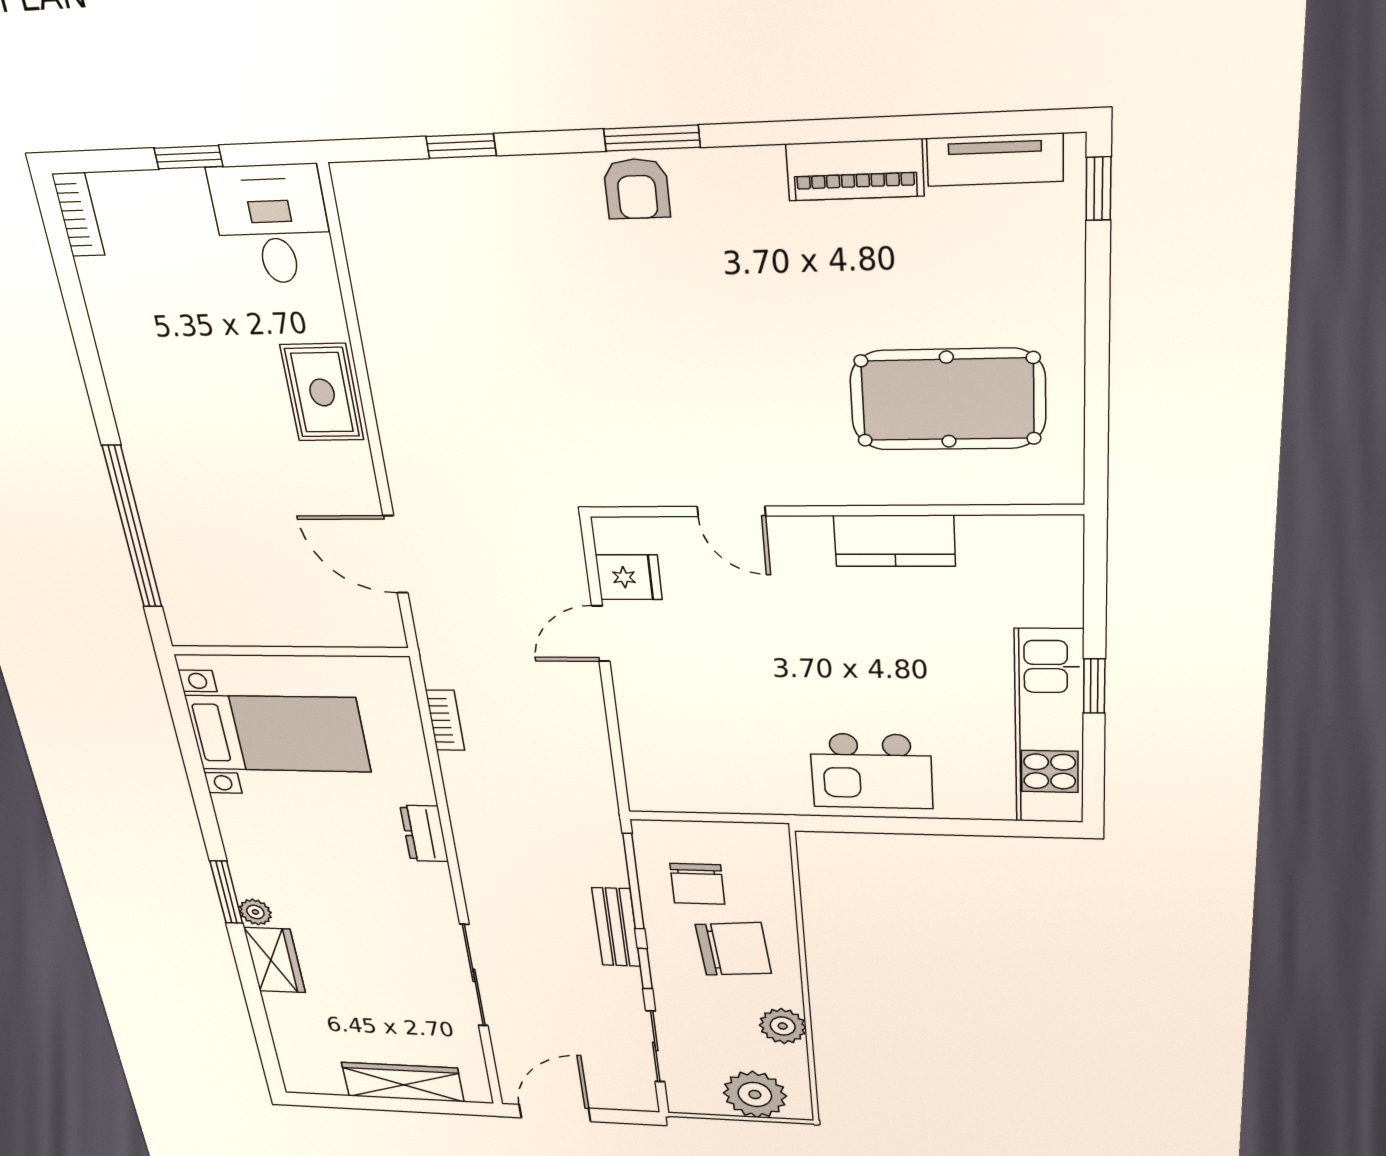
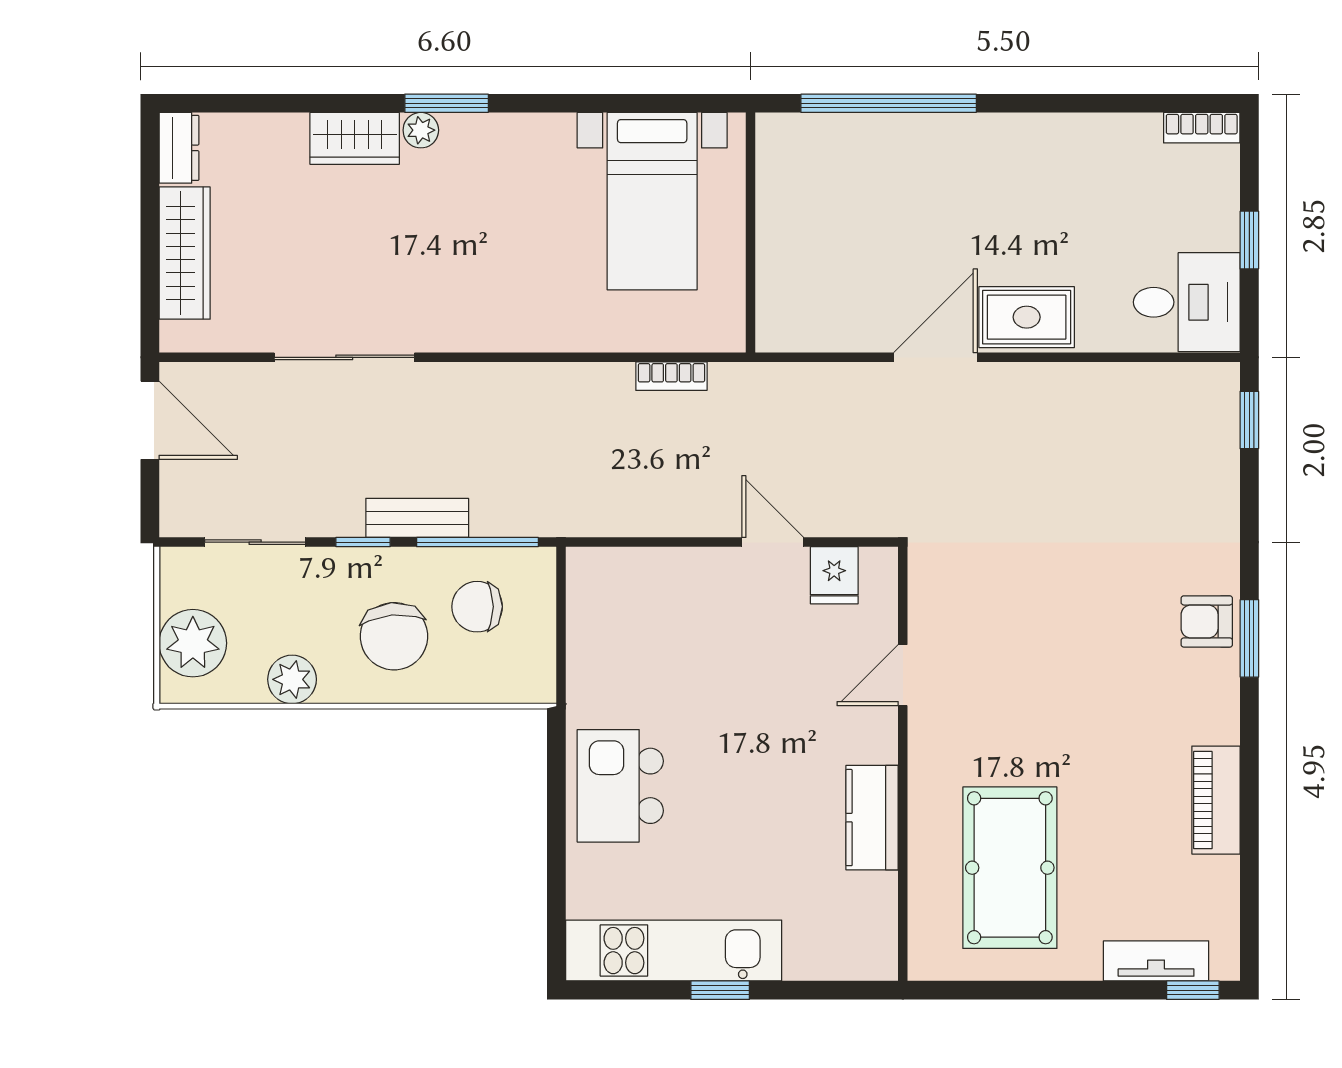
window: (461, 146) -> (1249, 420), moved
tv unit: (995, 160) -> (1156, 961), moved, turned 90
door: (396, 555) -> (936, 357), moved
dresser: (424, 834) -> (179, 148), moved, turned 90

